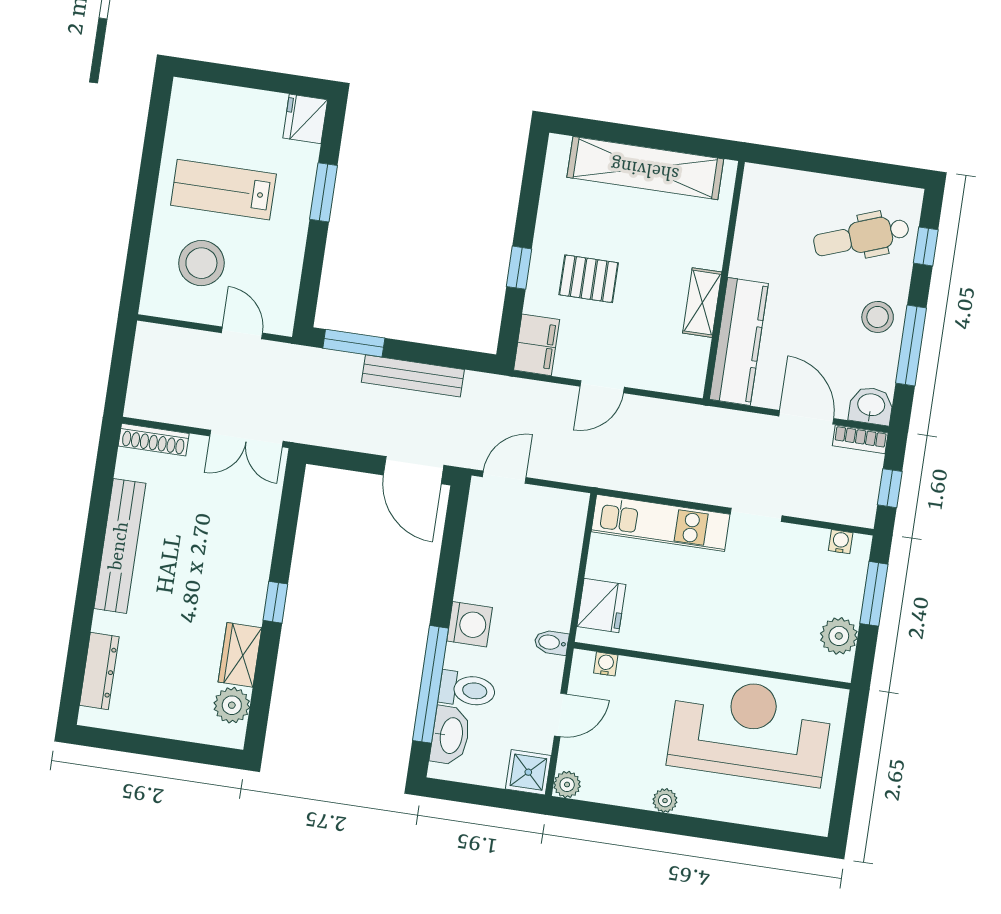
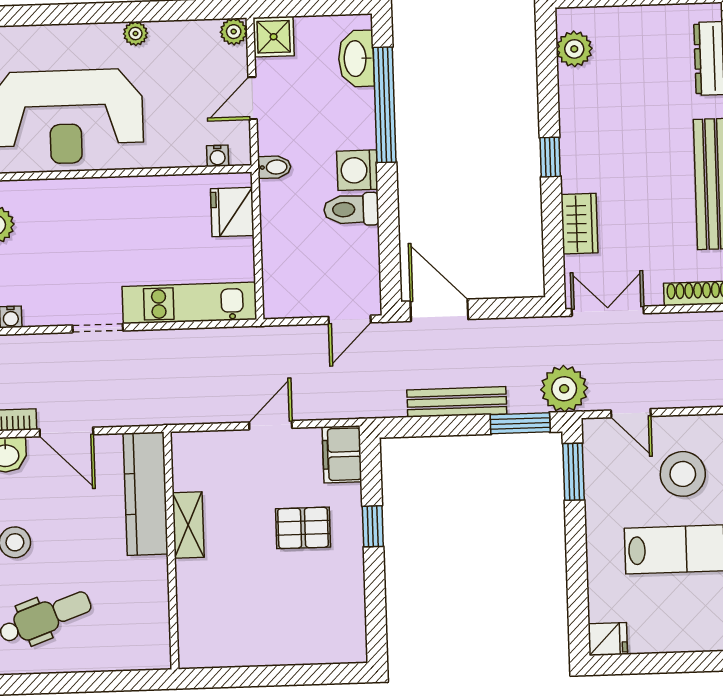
fridge: (305, 119) -> (608, 639), width x0.72
shelving: (645, 168) -> (268, 646), removed
window: (324, 192) -> (574, 472), moved
plant: (304, 369) -> (564, 389), added
wardrobe: (240, 655) -> (579, 224), moved
toilet: (467, 690) -> (351, 209), moved

